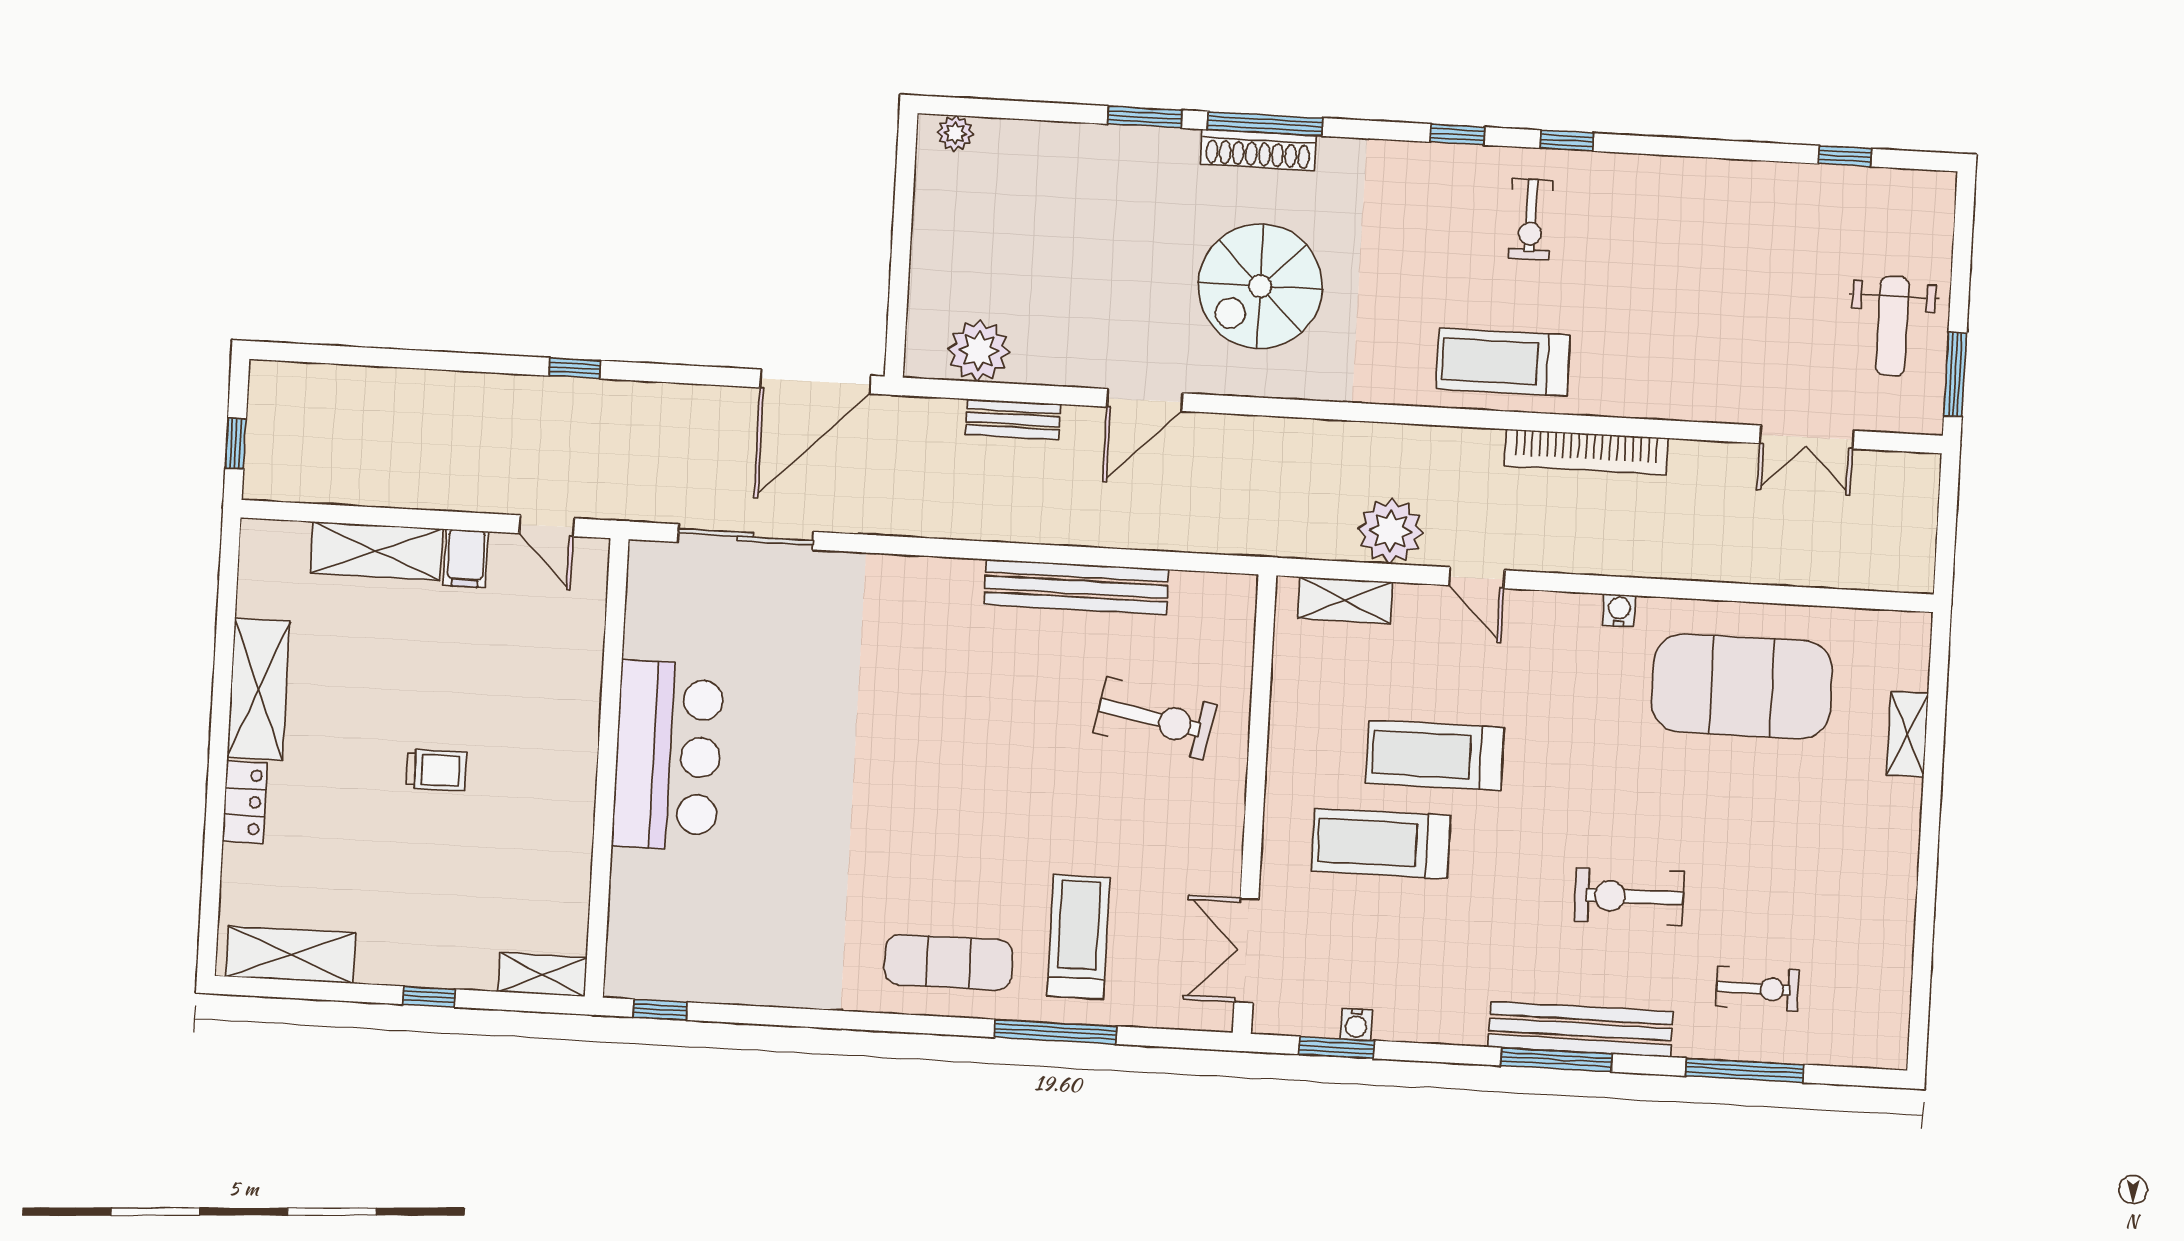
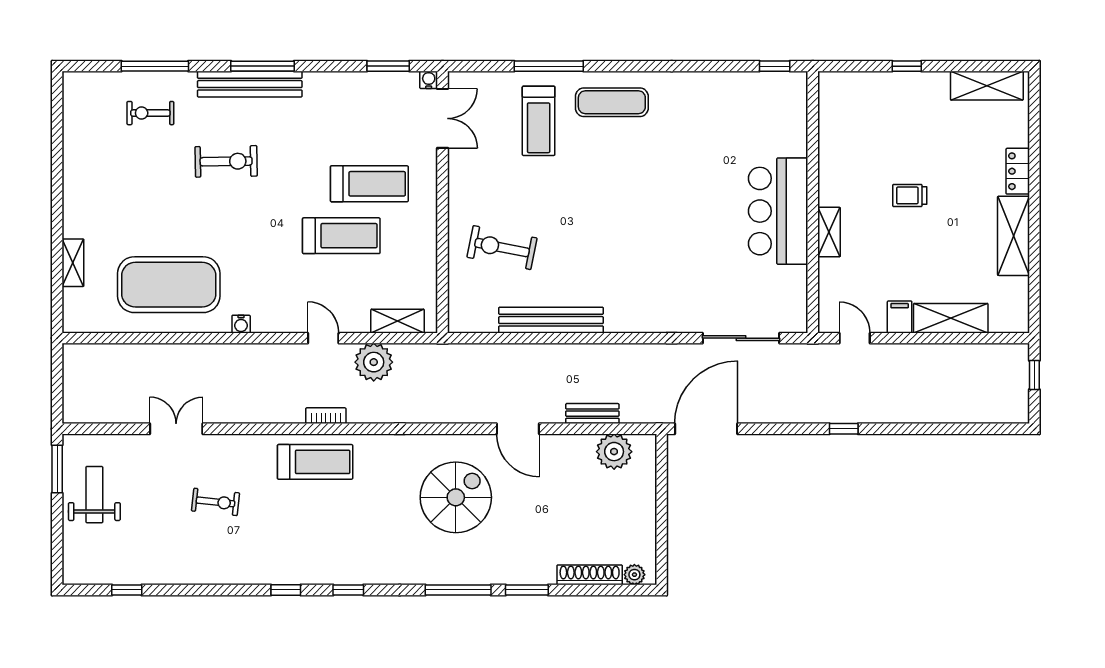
shoe rack: (1258, 150) -> (590, 575), moved
exercise bike: (1531, 219) -> (216, 502), moved, turned 96
door: (1145, 400) -> (518, 429), swing flipped
double door: (1807, 437) -> (176, 429), moved
bookcase: (1586, 452) -> (326, 416), moved, width x0.43, depth x0.76
shelving: (543, 975) -> (829, 232), moved, turned 90
water cooler: (1356, 1024) -> (429, 80), moved

